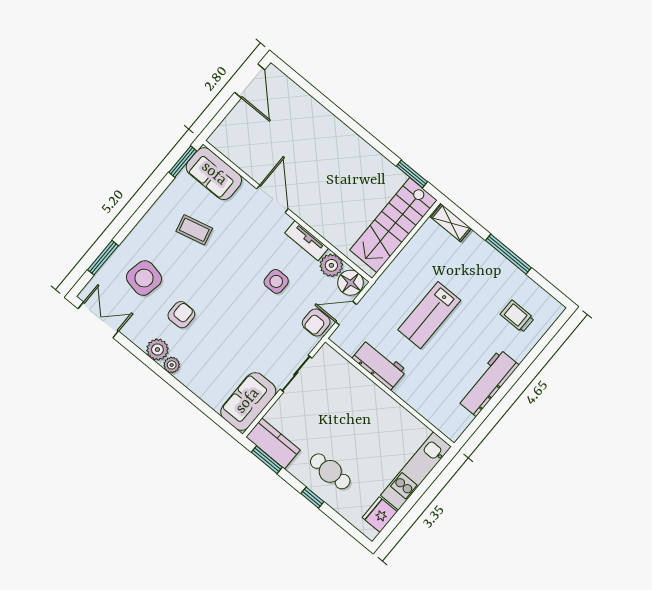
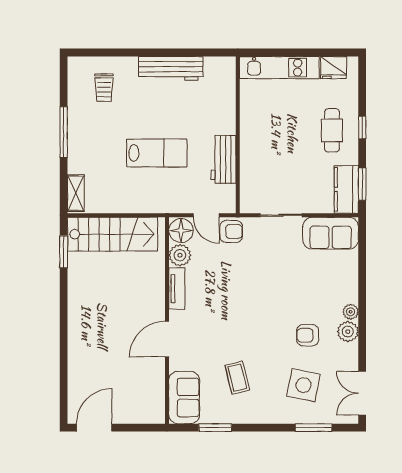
window: (183, 162) -> (215, 428), moved
side table: (276, 281) -> (225, 286), removed

